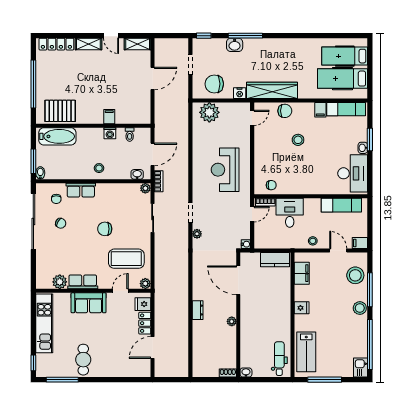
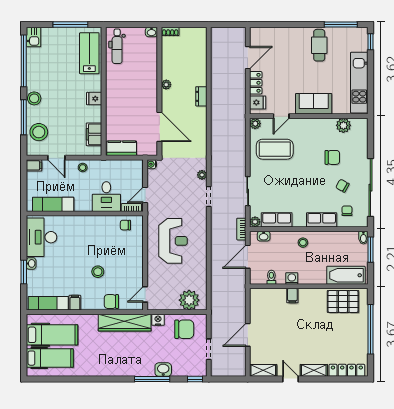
chair: (105, 229) -> (332, 157), moved
row of seats: (83, 282) -> (277, 220), moved, turned 180

